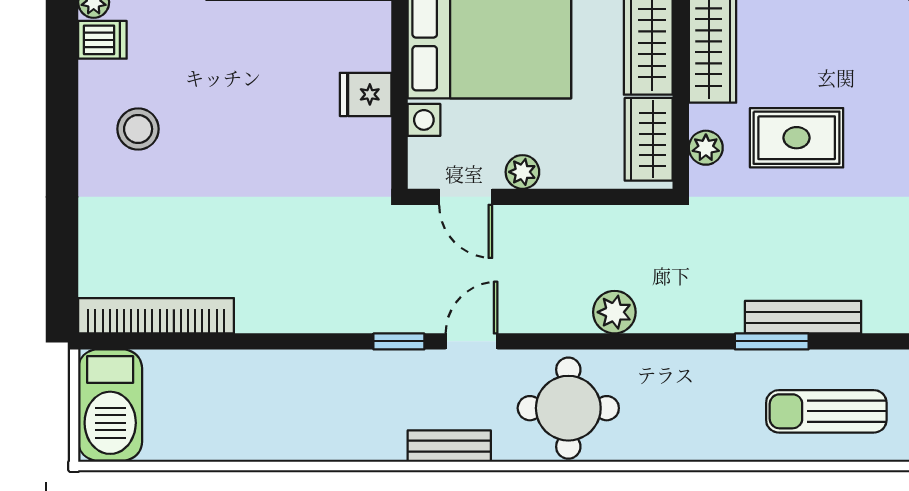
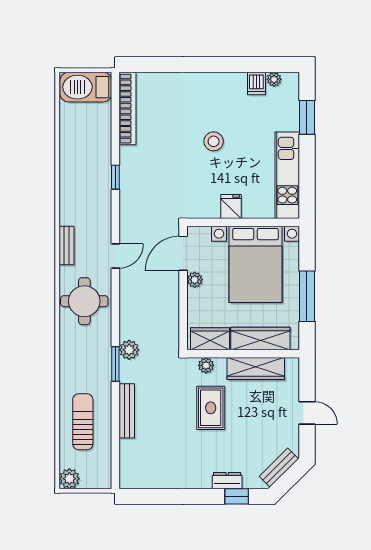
stool: (138, 129) -> (214, 141), moved
door: (466, 197) -> (183, 253), width x1.38
plant: (614, 312) -> (129, 350), moved
window: (399, 341) -> (115, 177), moved
door: (472, 341) -> (115, 256), hinge flipped
window: (772, 341) -> (115, 364), moved

